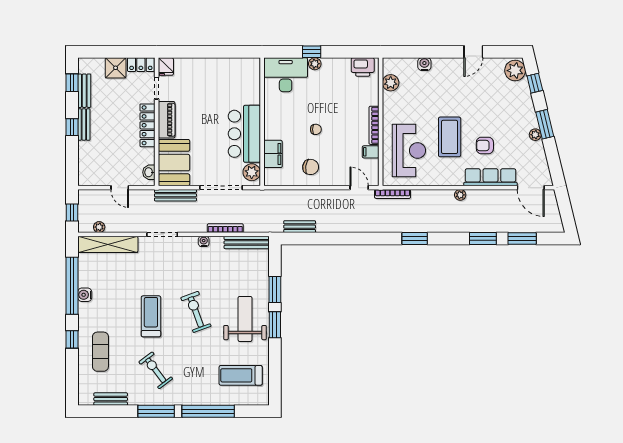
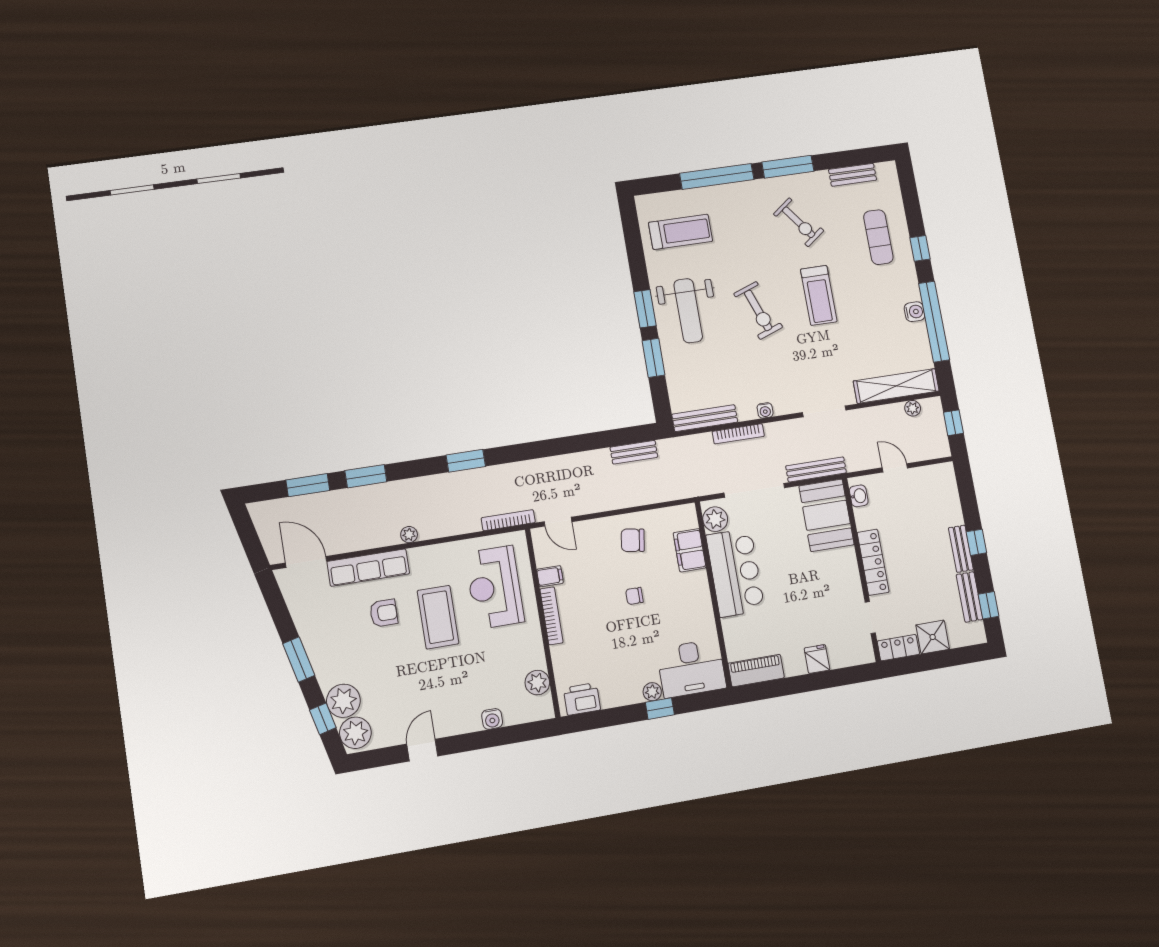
fridge: (166, 66) -> (817, 659), moved
piano: (167, 120) -> (756, 671), moved, turned 90
plant: (535, 135) -> (343, 701), moved, width x1.87, depth x1.87

